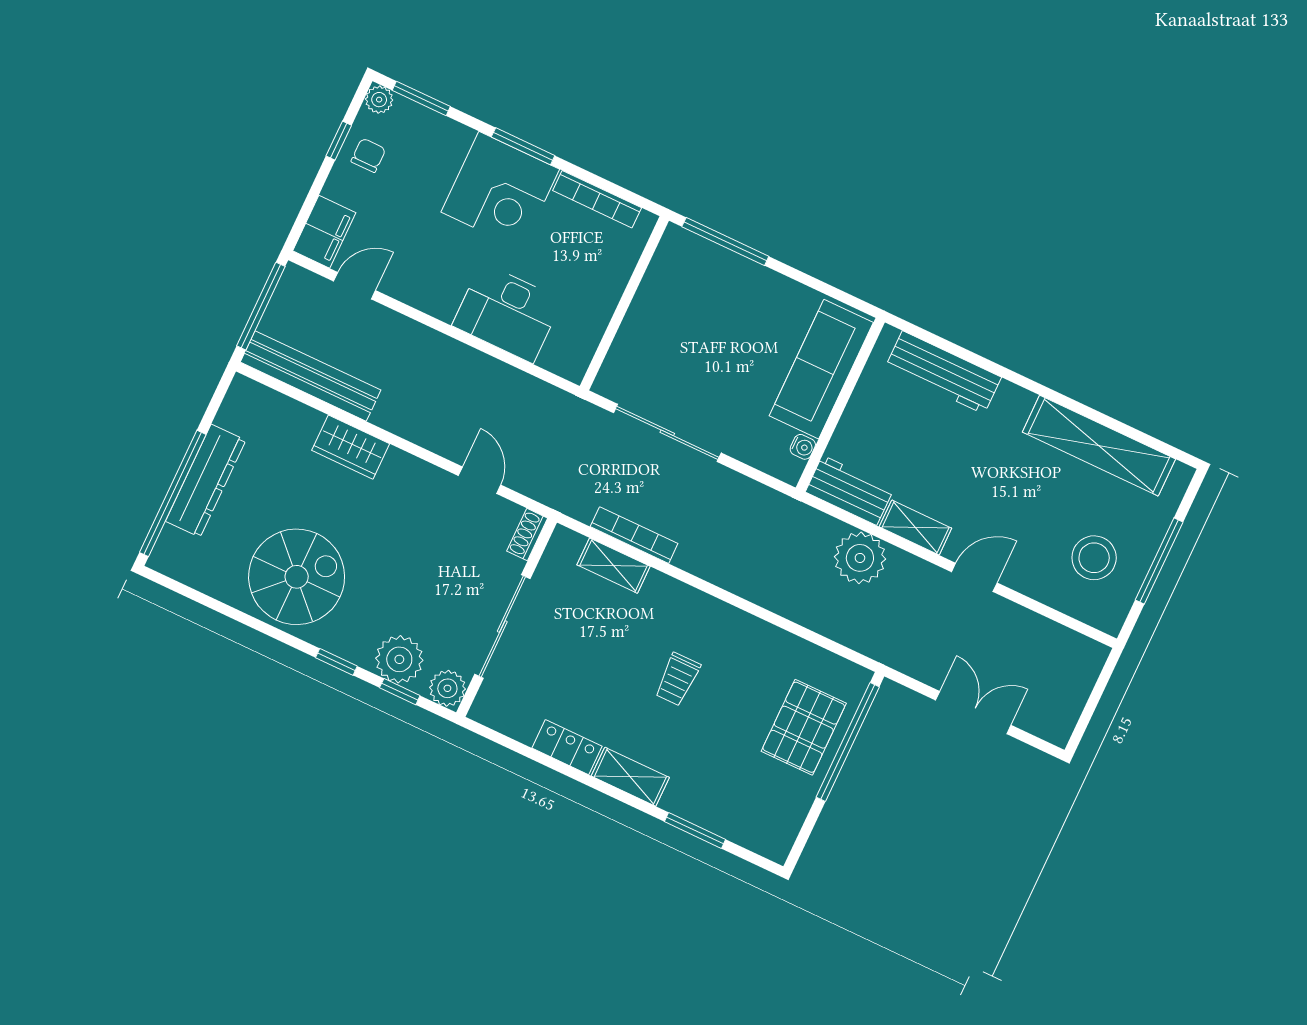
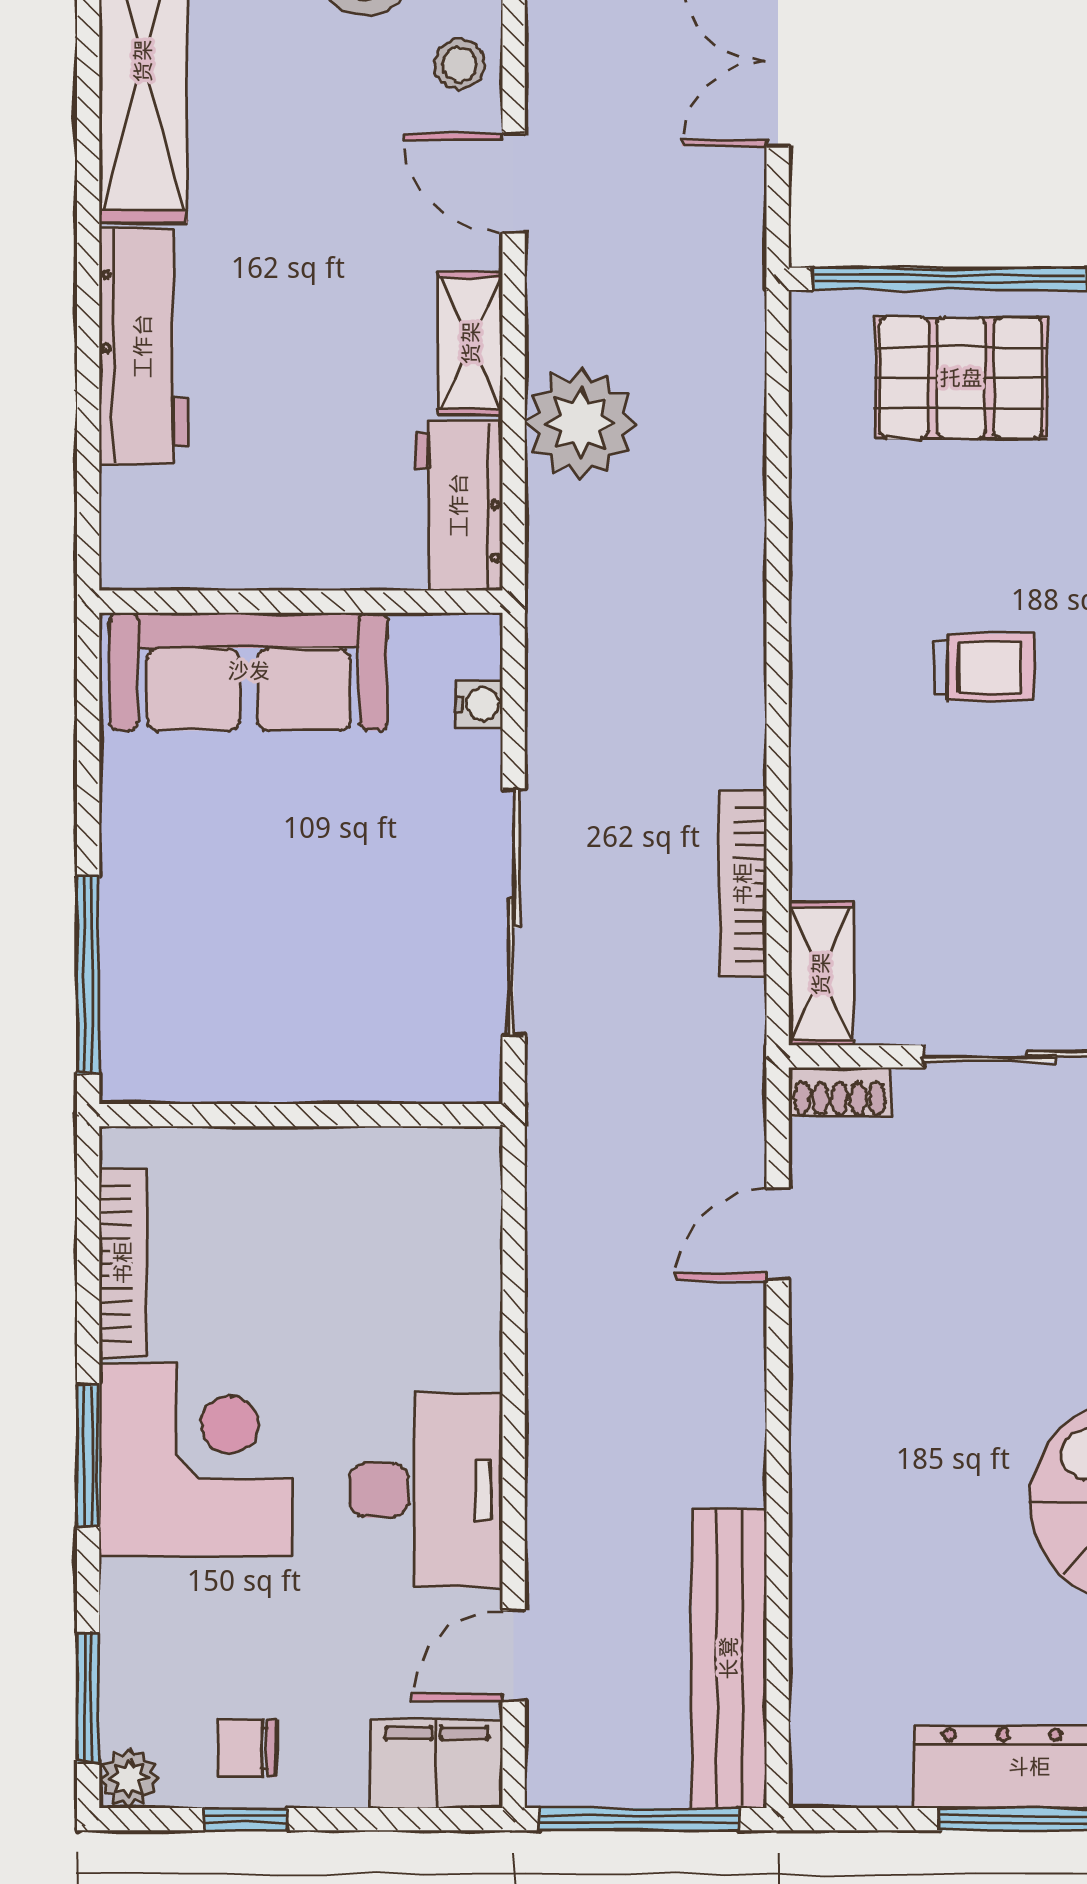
door: (355, 286) -> (514, 1656), hinge flipped
desk: (507, 313) -> (426, 1490), moved
workbench: (943, 372) -> (143, 346), moved
wardrobe: (351, 447) -> (831, 1516), removed
water cooler: (803, 447) -> (479, 704), moved, turned 90
shelving: (613, 566) -> (821, 974), moved
stool: (1035, 578) -> (460, 64), added

